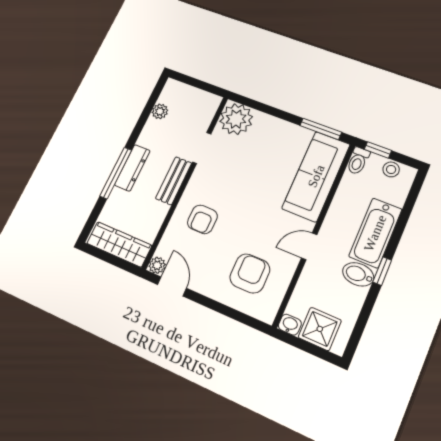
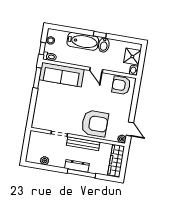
plant: (236, 119) -> (41, 121), removed
bench: (174, 181) -> (83, 144), width x1.36
armchair: (202, 219) -> (95, 123), width x1.88, depth x1.88
armchair: (250, 273) -> (121, 85), moved
door: (172, 286) -> (130, 129), swing flipped

